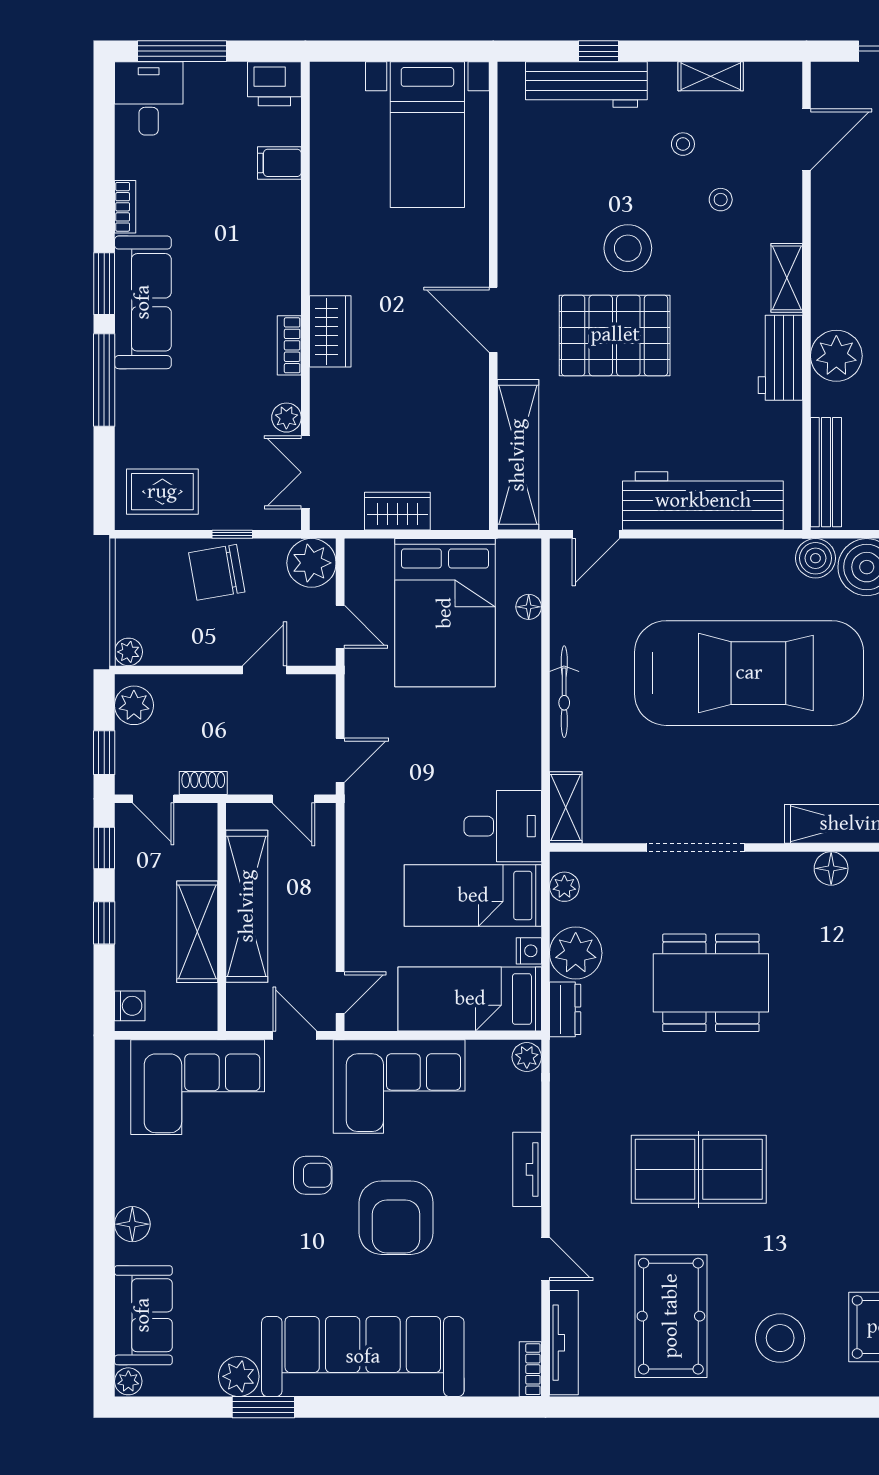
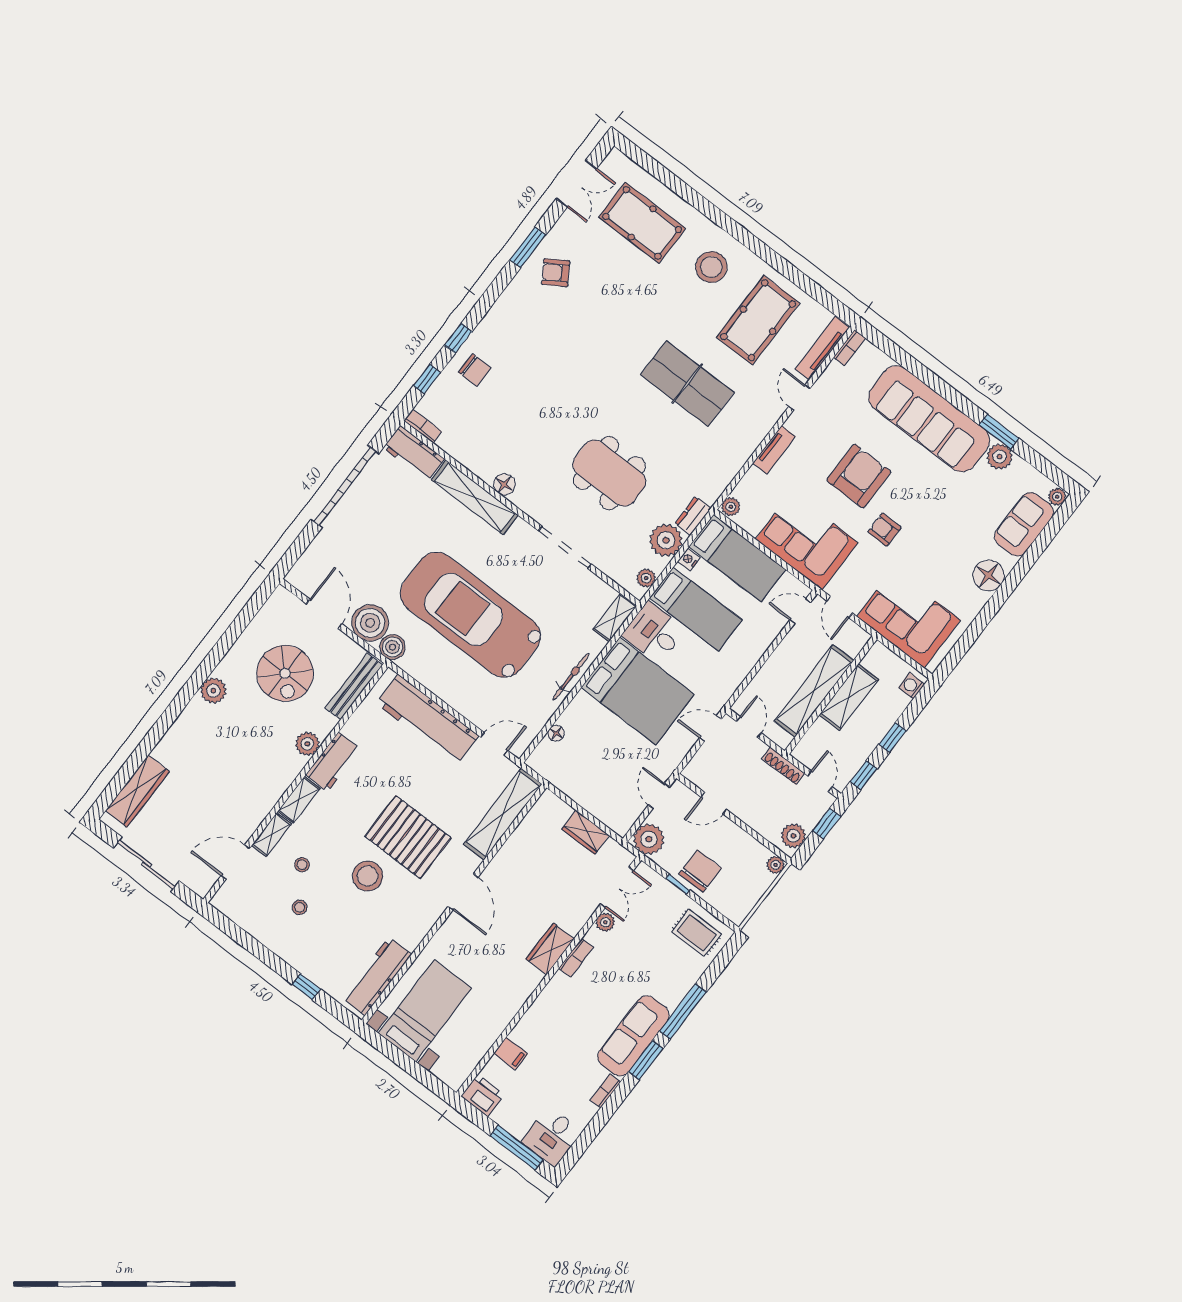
shelving: (711, 76) -> (271, 835), moved, turned 90
workbench: (586, 84) -> (377, 976), moved, turned -90
plant: (836, 356) -> (307, 744), width x0.73, depth x0.73
chair: (217, 572) -> (700, 871), turned -80
bed: (445, 613) -> (638, 691), moved, turned 90
shoe rack: (203, 783) -> (783, 766), width x1.43
floor lamp: (132, 1224) -> (989, 575), width x1.38, depth x1.38

